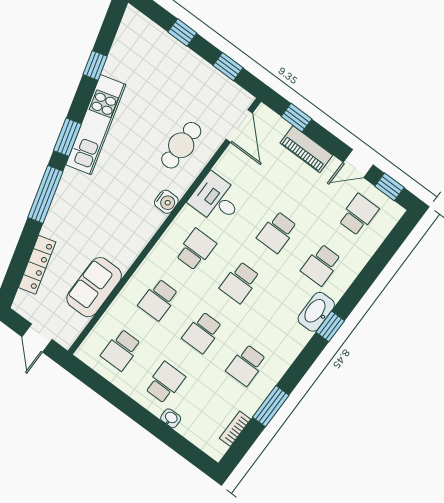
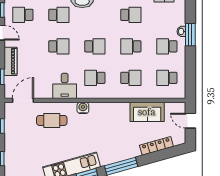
school desk: (202, 332) -> (131, 46), turned 180
door: (37, 338) -> (190, 121), swing flipped
school desk: (121, 350) -> (167, 78), turned 180
window: (157, 428) -> (190, 35), added

